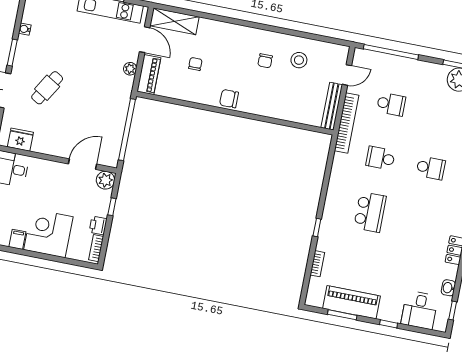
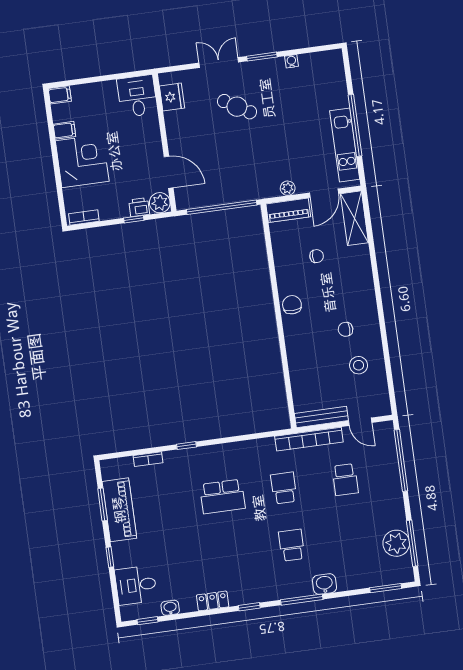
school desk: (431, 168) -> (292, 545), turned 180
printer: (98, 225) -> (139, 207), moved

